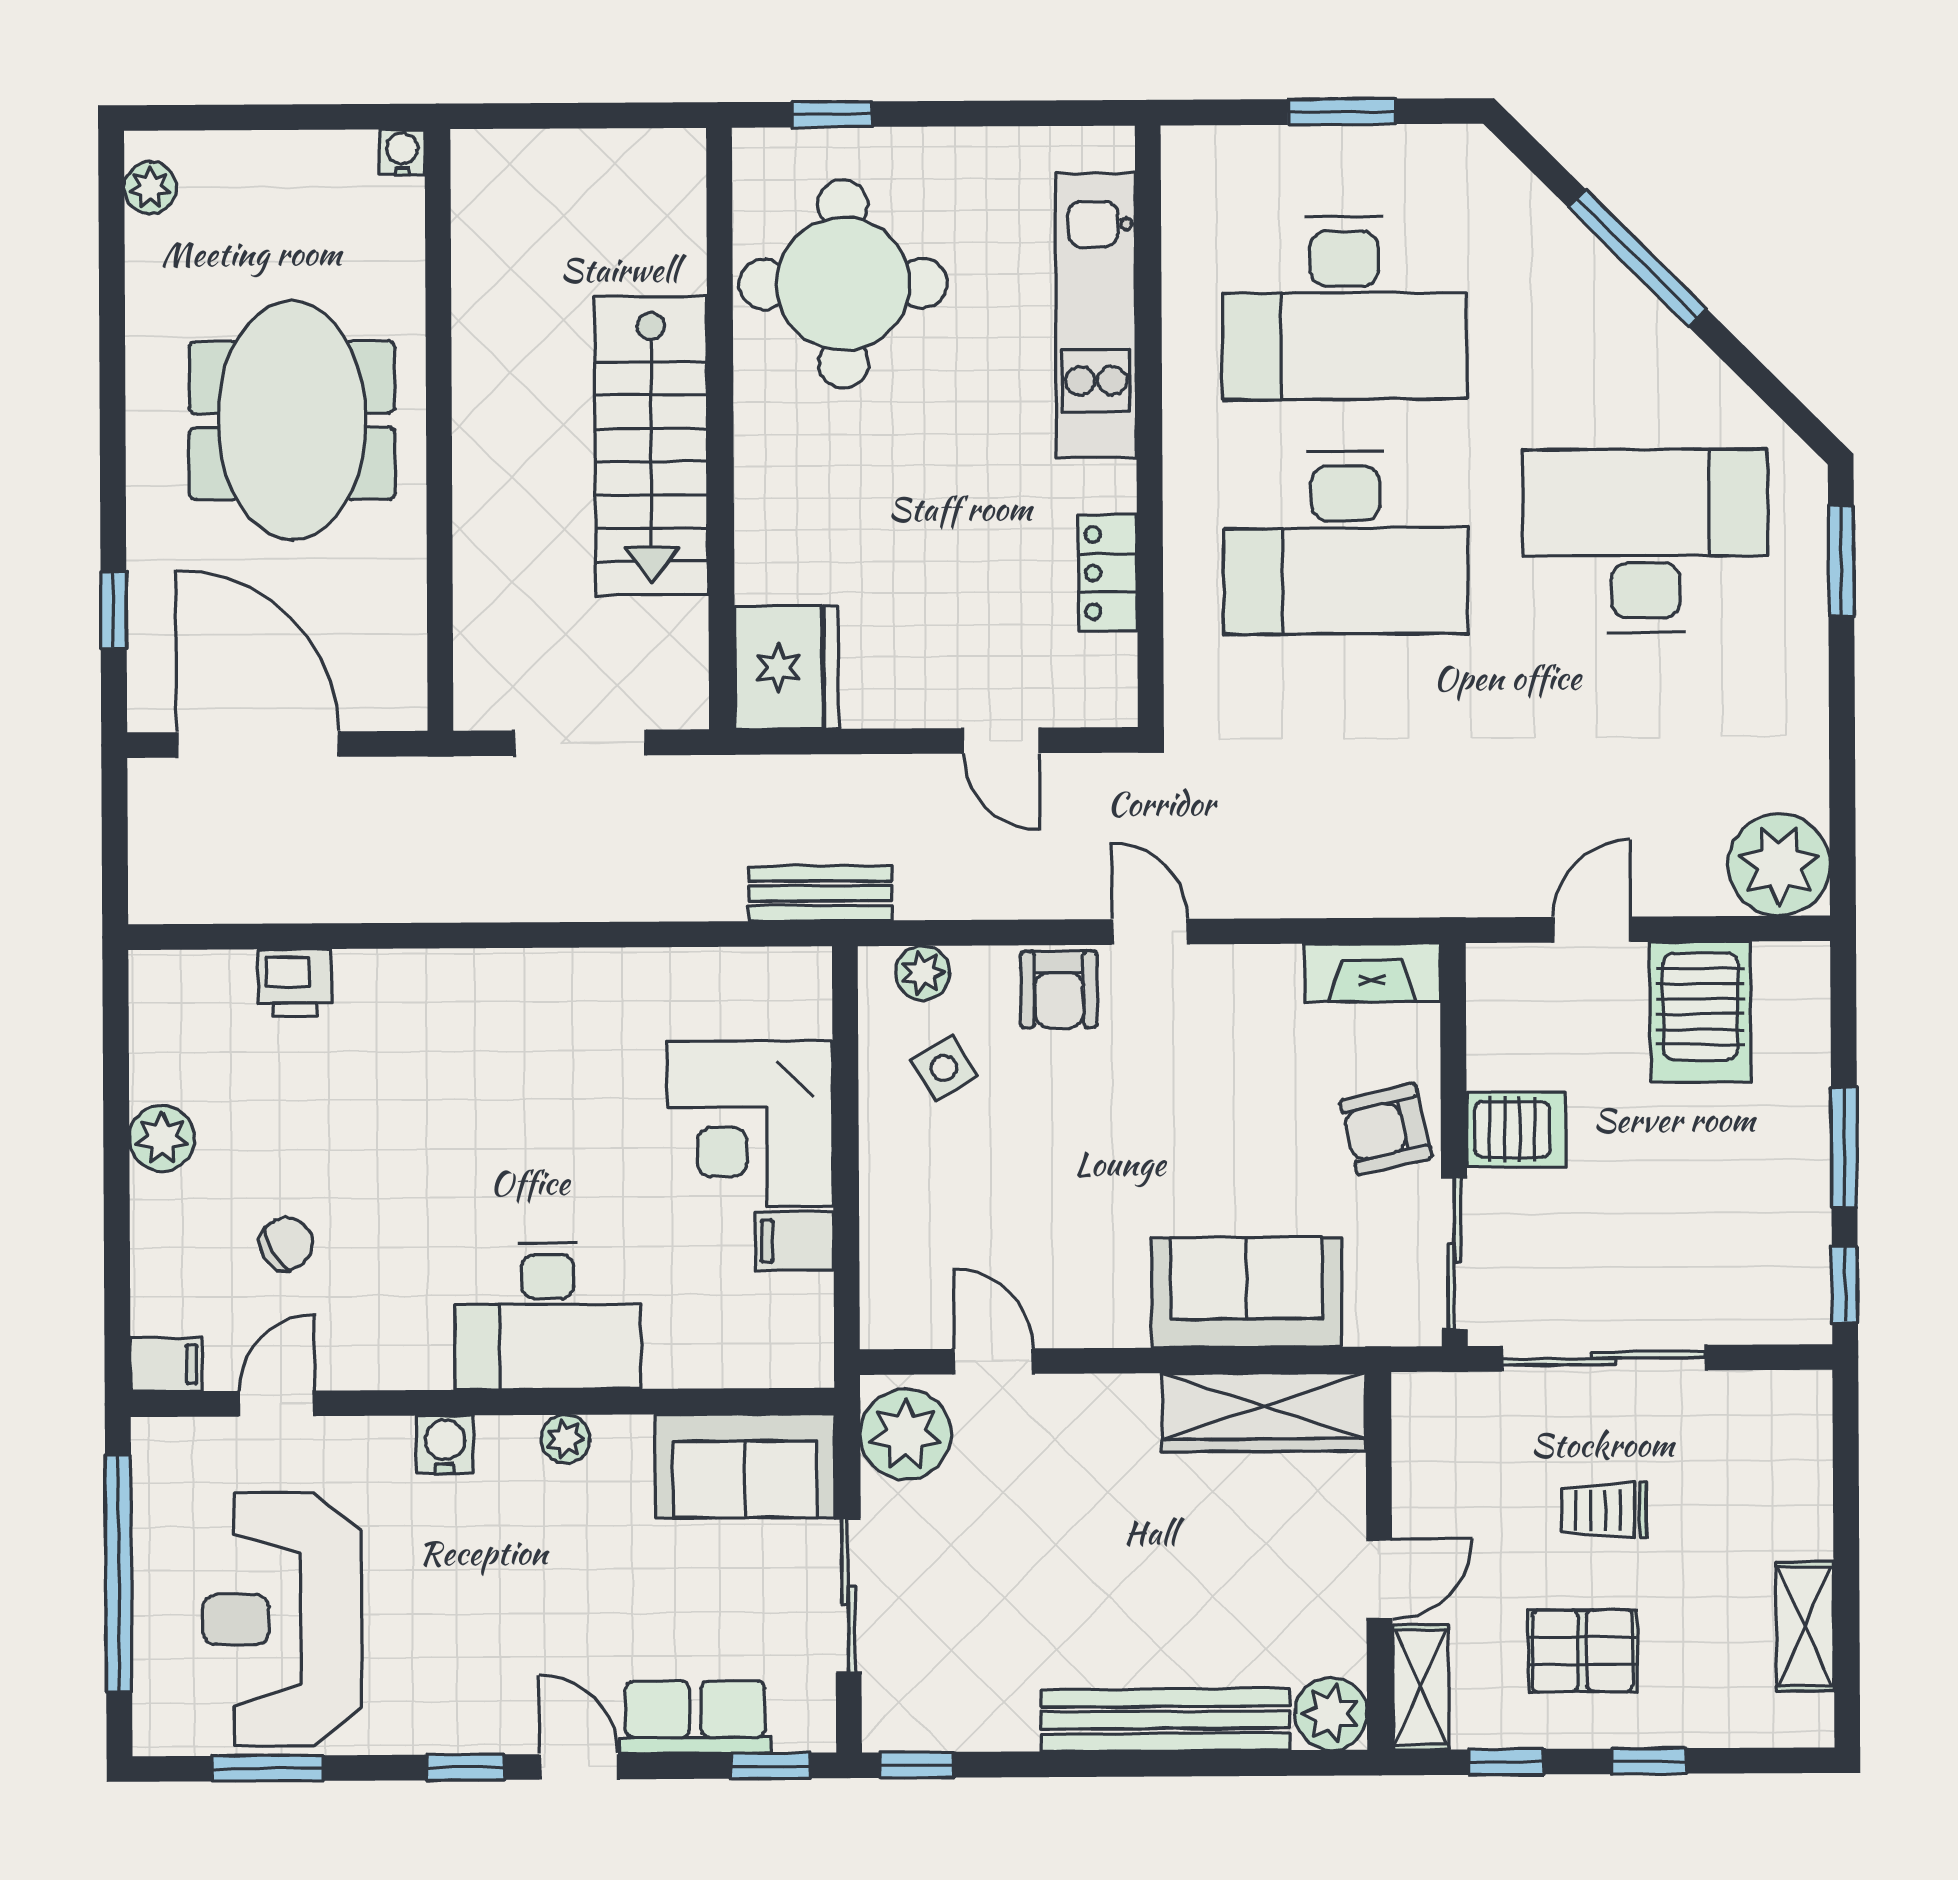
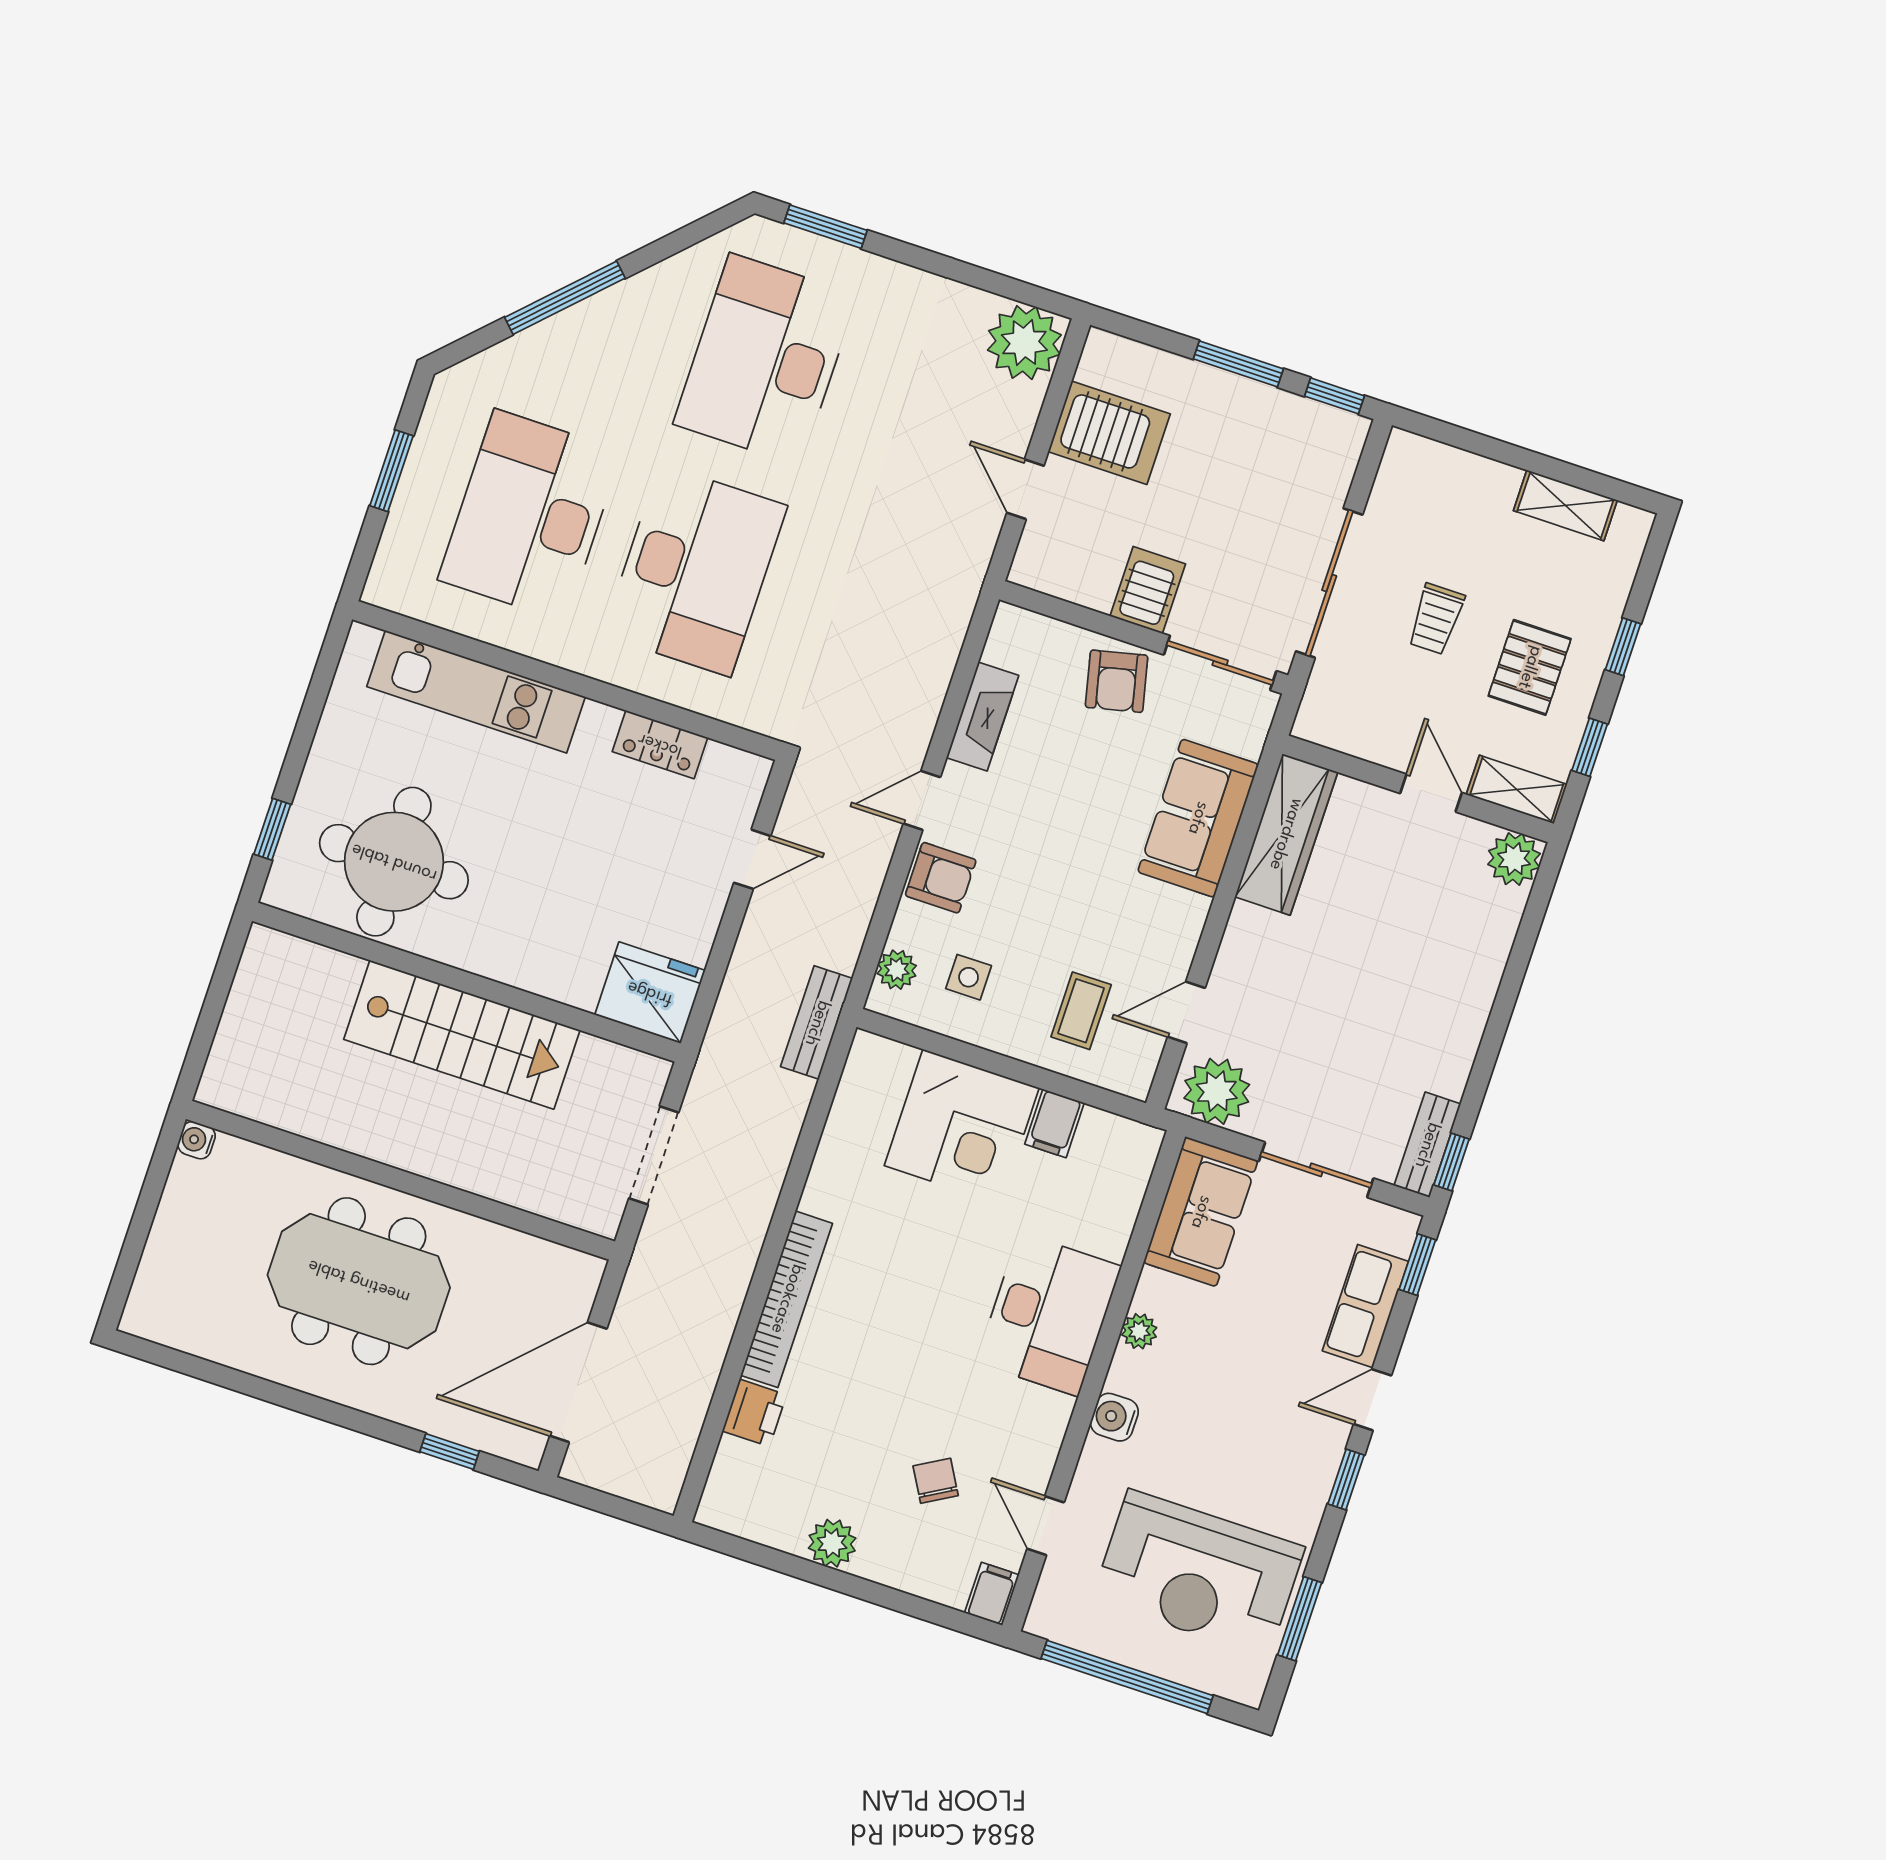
plant: (150, 188) -> (162, 1326), removed
desk: (1344, 308) -> (530, 515), turned 180
fireplace: (1372, 973) -> (982, 717), moved
bookcase: (454, 975) -> (787, 1299), added
side table: (944, 1068) -> (969, 977), turned 31
coffee table: (950, 1226) -> (1081, 1011), added
bench: (1165, 1720) -> (1427, 1145), moved, width x0.54, depth x0.82

